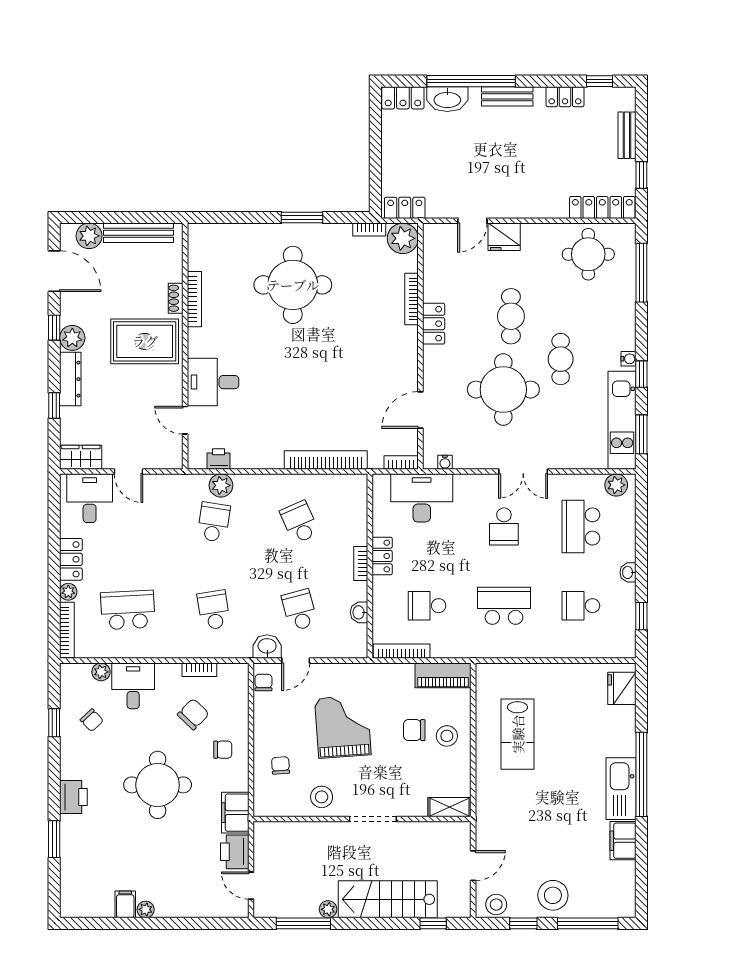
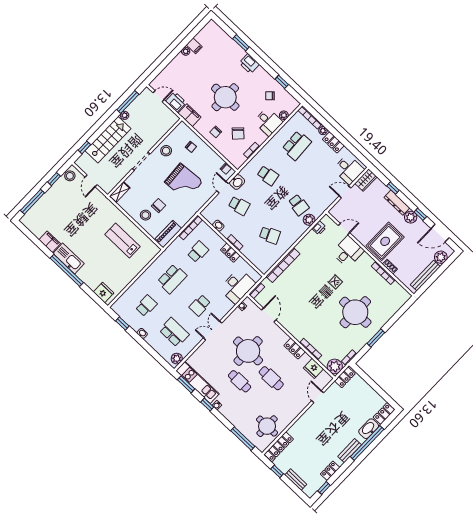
fridge: (504, 237) -> (313, 368), moved, turned -90
school desk: (504, 526) -> (200, 305), turned -90
stool: (553, 895) -> (54, 199), removed

